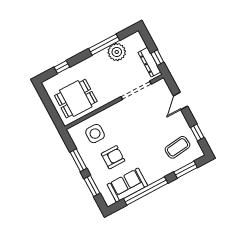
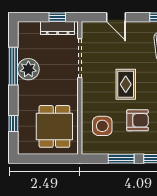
plant: (117, 52) -> (28, 69), moved
rug: (135, 134) -> (126, 84), added
armchair: (113, 157) -> (138, 120), turned 90

